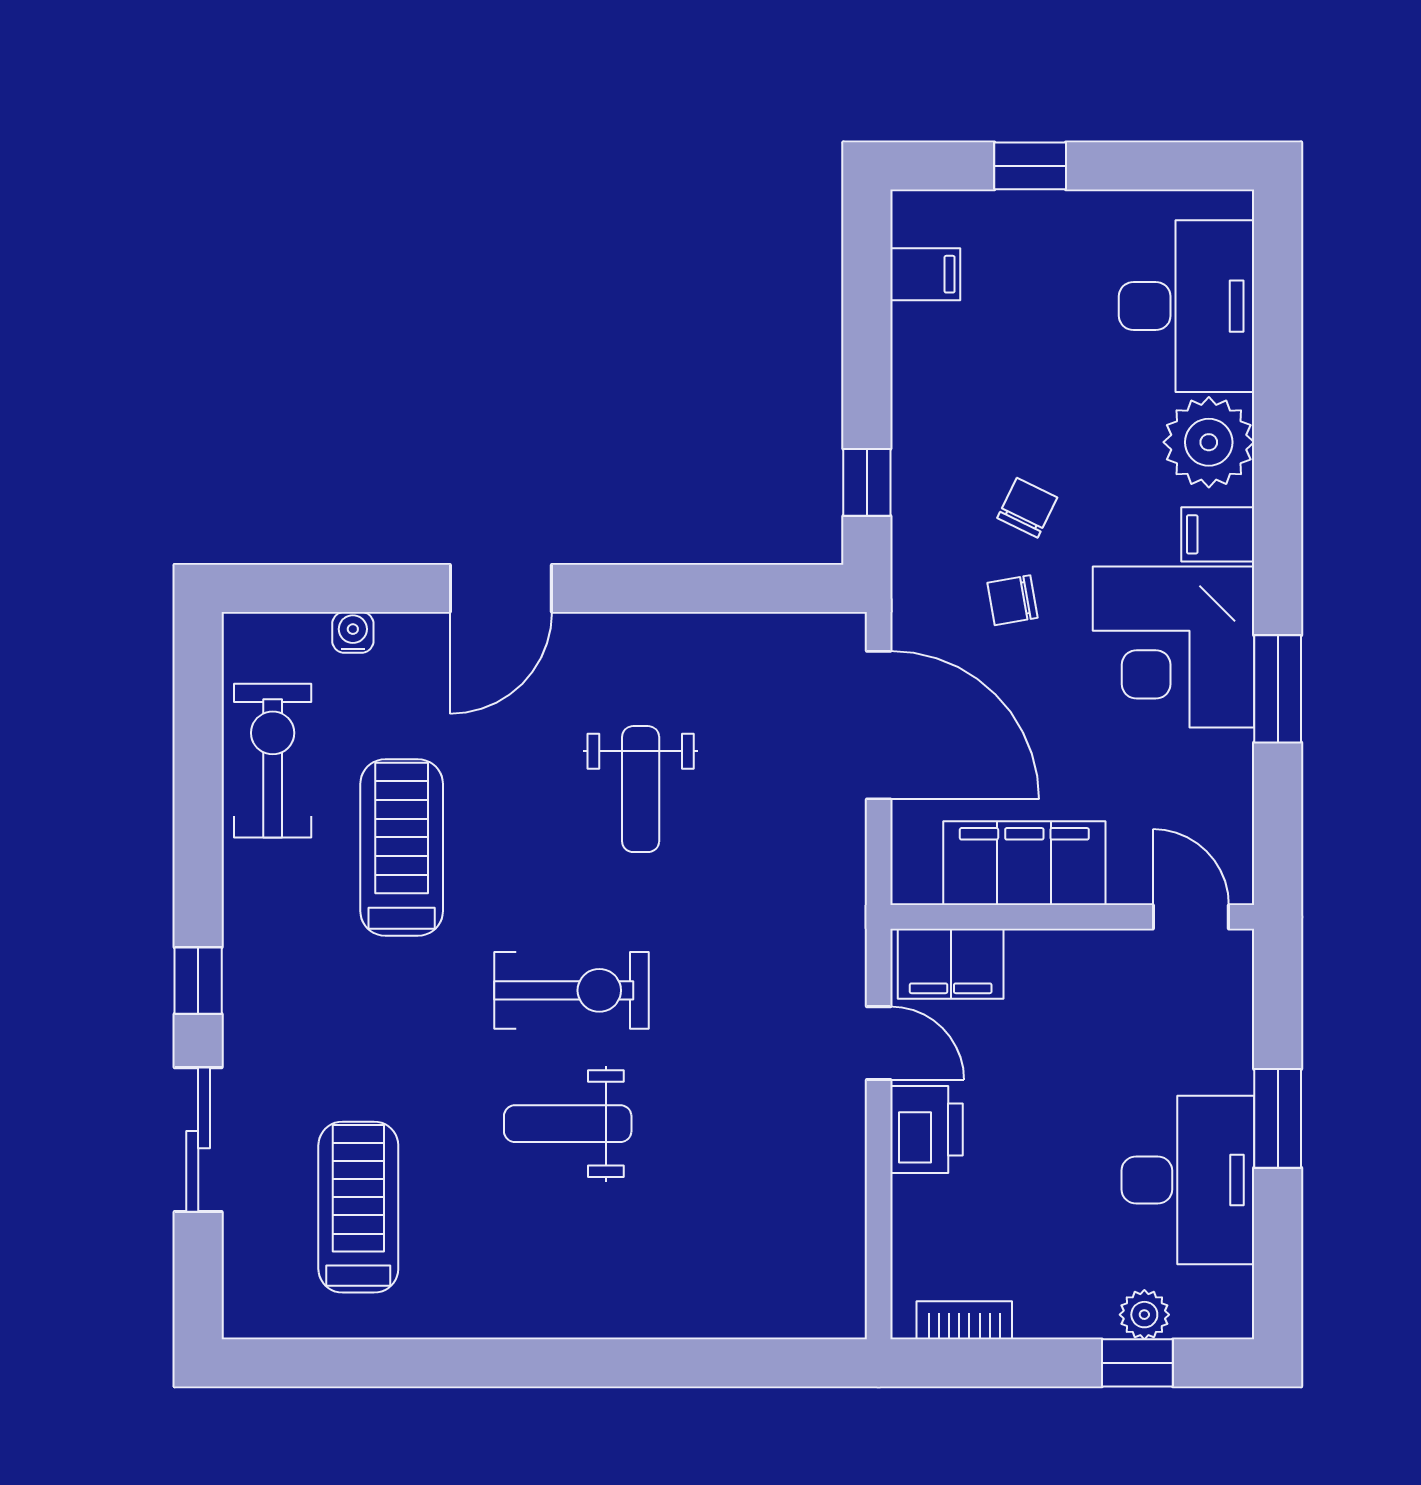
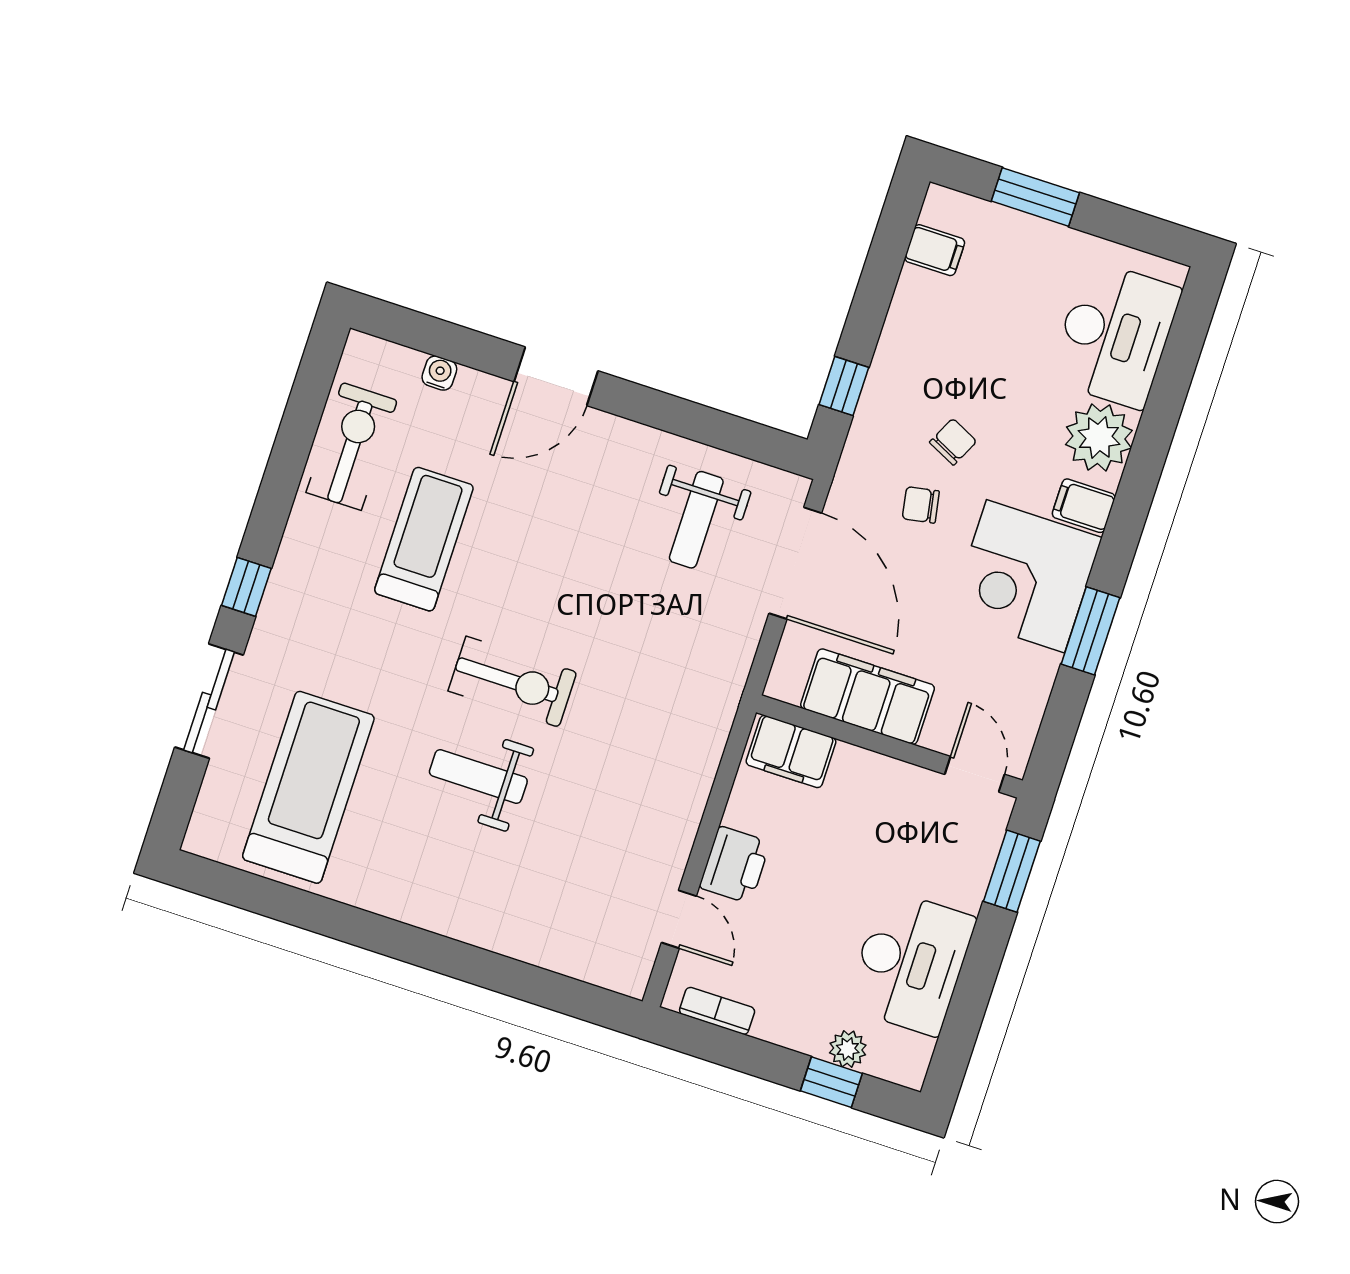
window: (1030, 166) -> (1035, 197), width x1.50
weight bench: (641, 789) -> (696, 520), moved
door: (879, 1043) -> (679, 919), moved
window: (1278, 1118) -> (1012, 871), moved
treadmill: (358, 1207) -> (308, 787), width x1.37, depth x1.38

